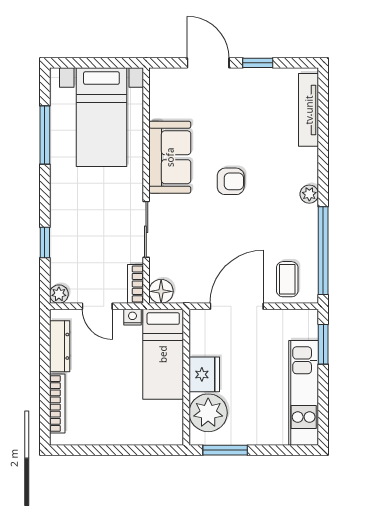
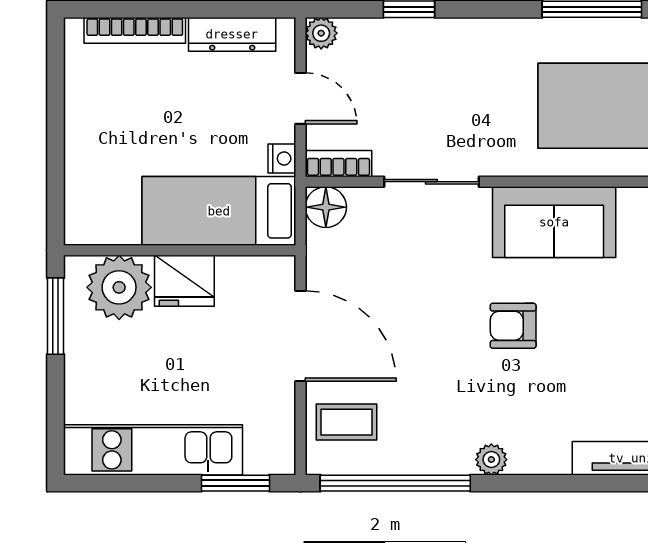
armchair: (231, 181) -> (513, 326), turned 90
door: (97, 306) -> (300, 98), swing flipped

